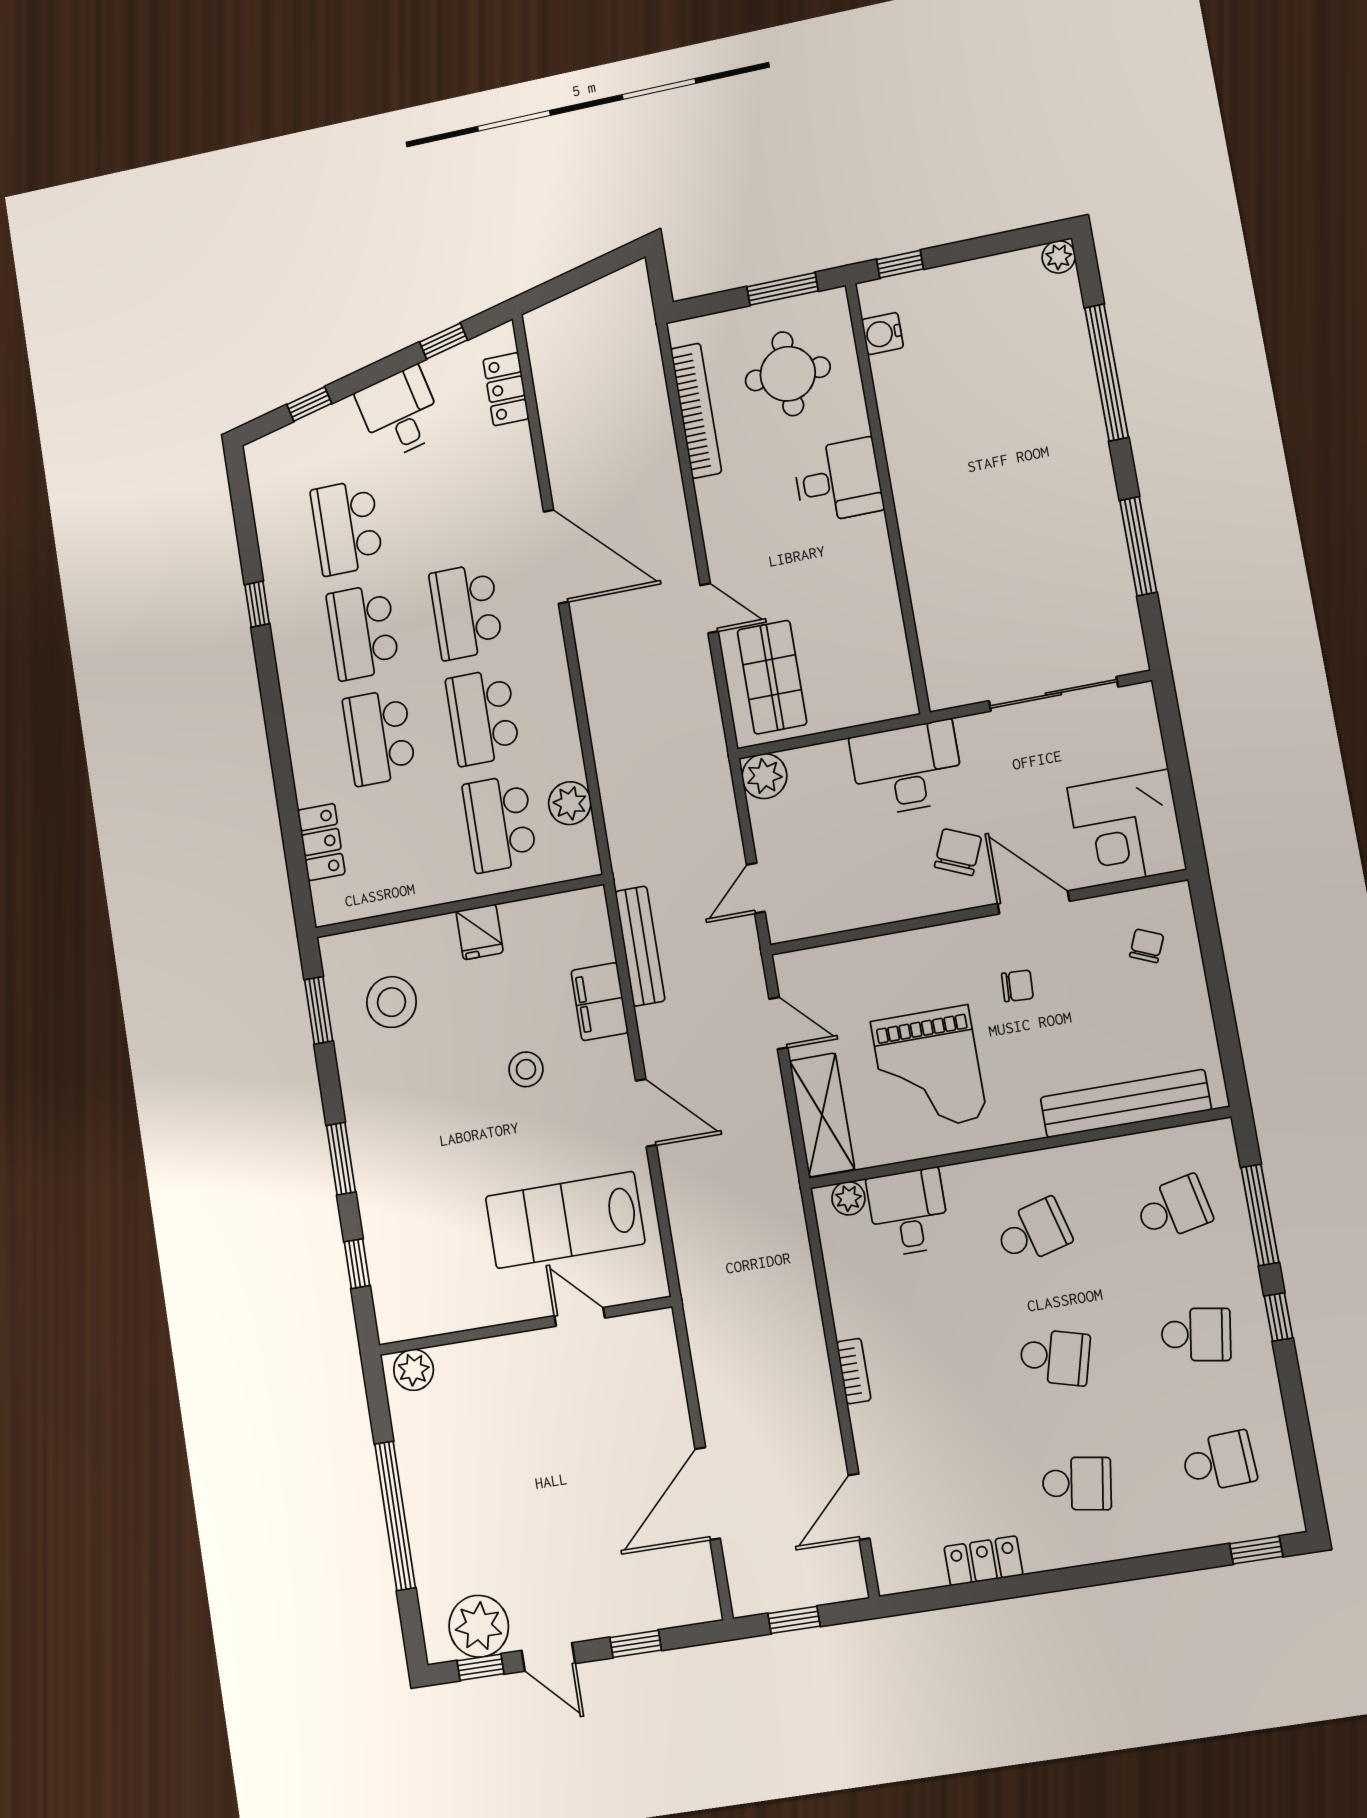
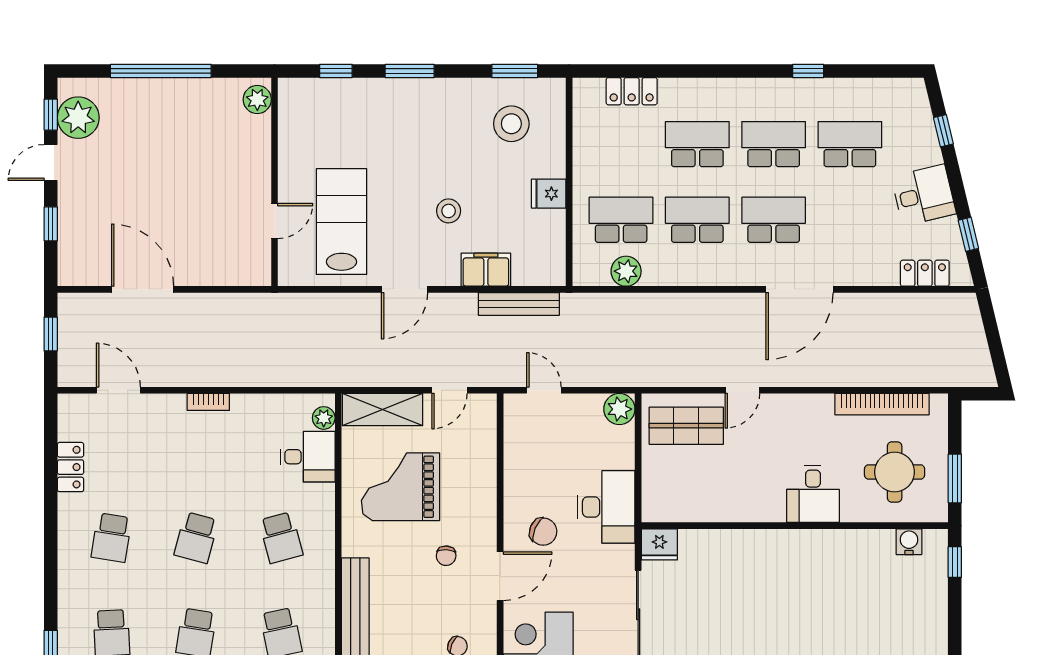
fridge: (947, 683) -> (659, 544), added

